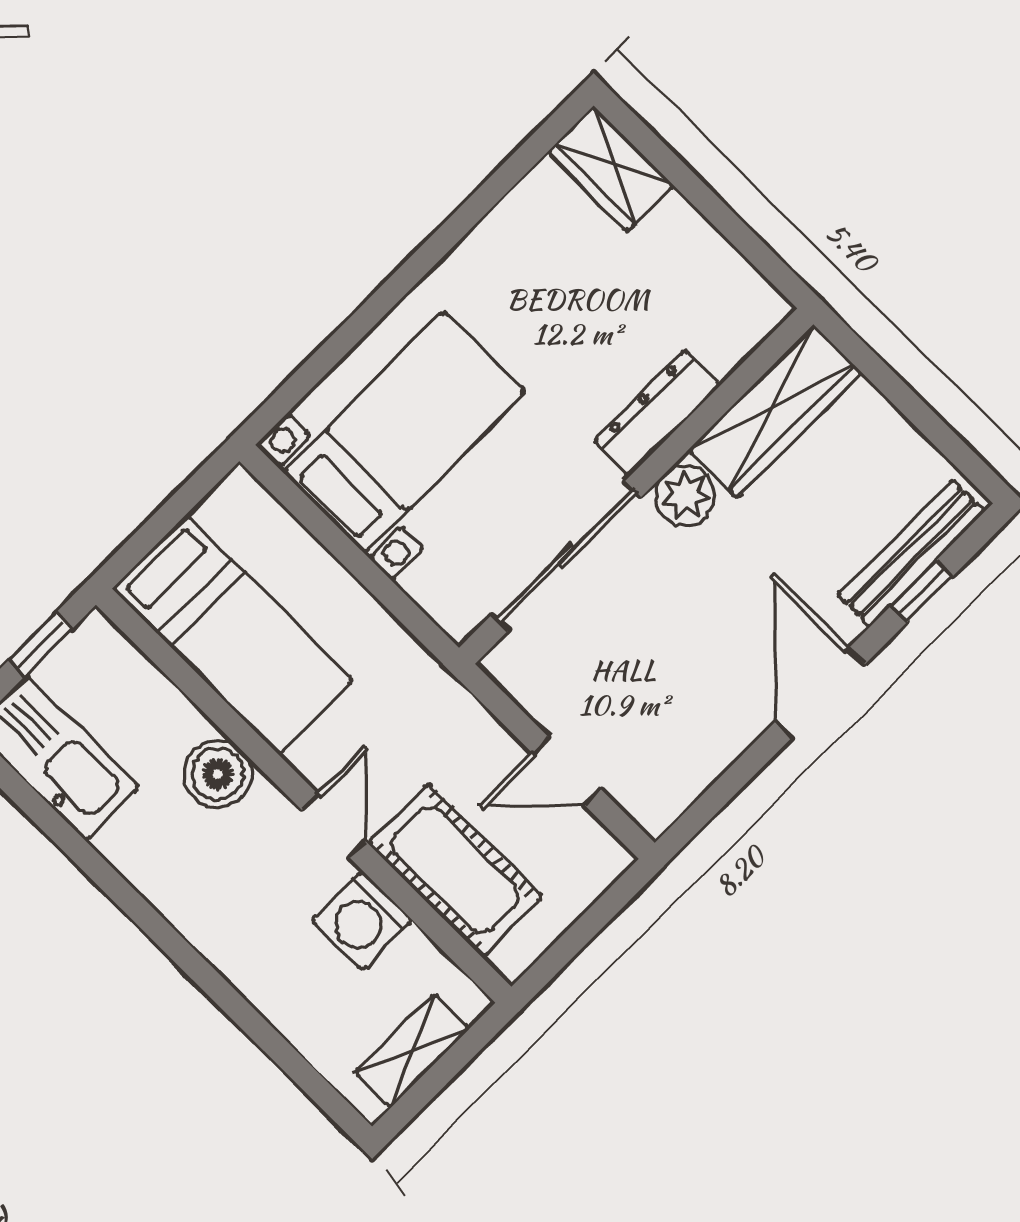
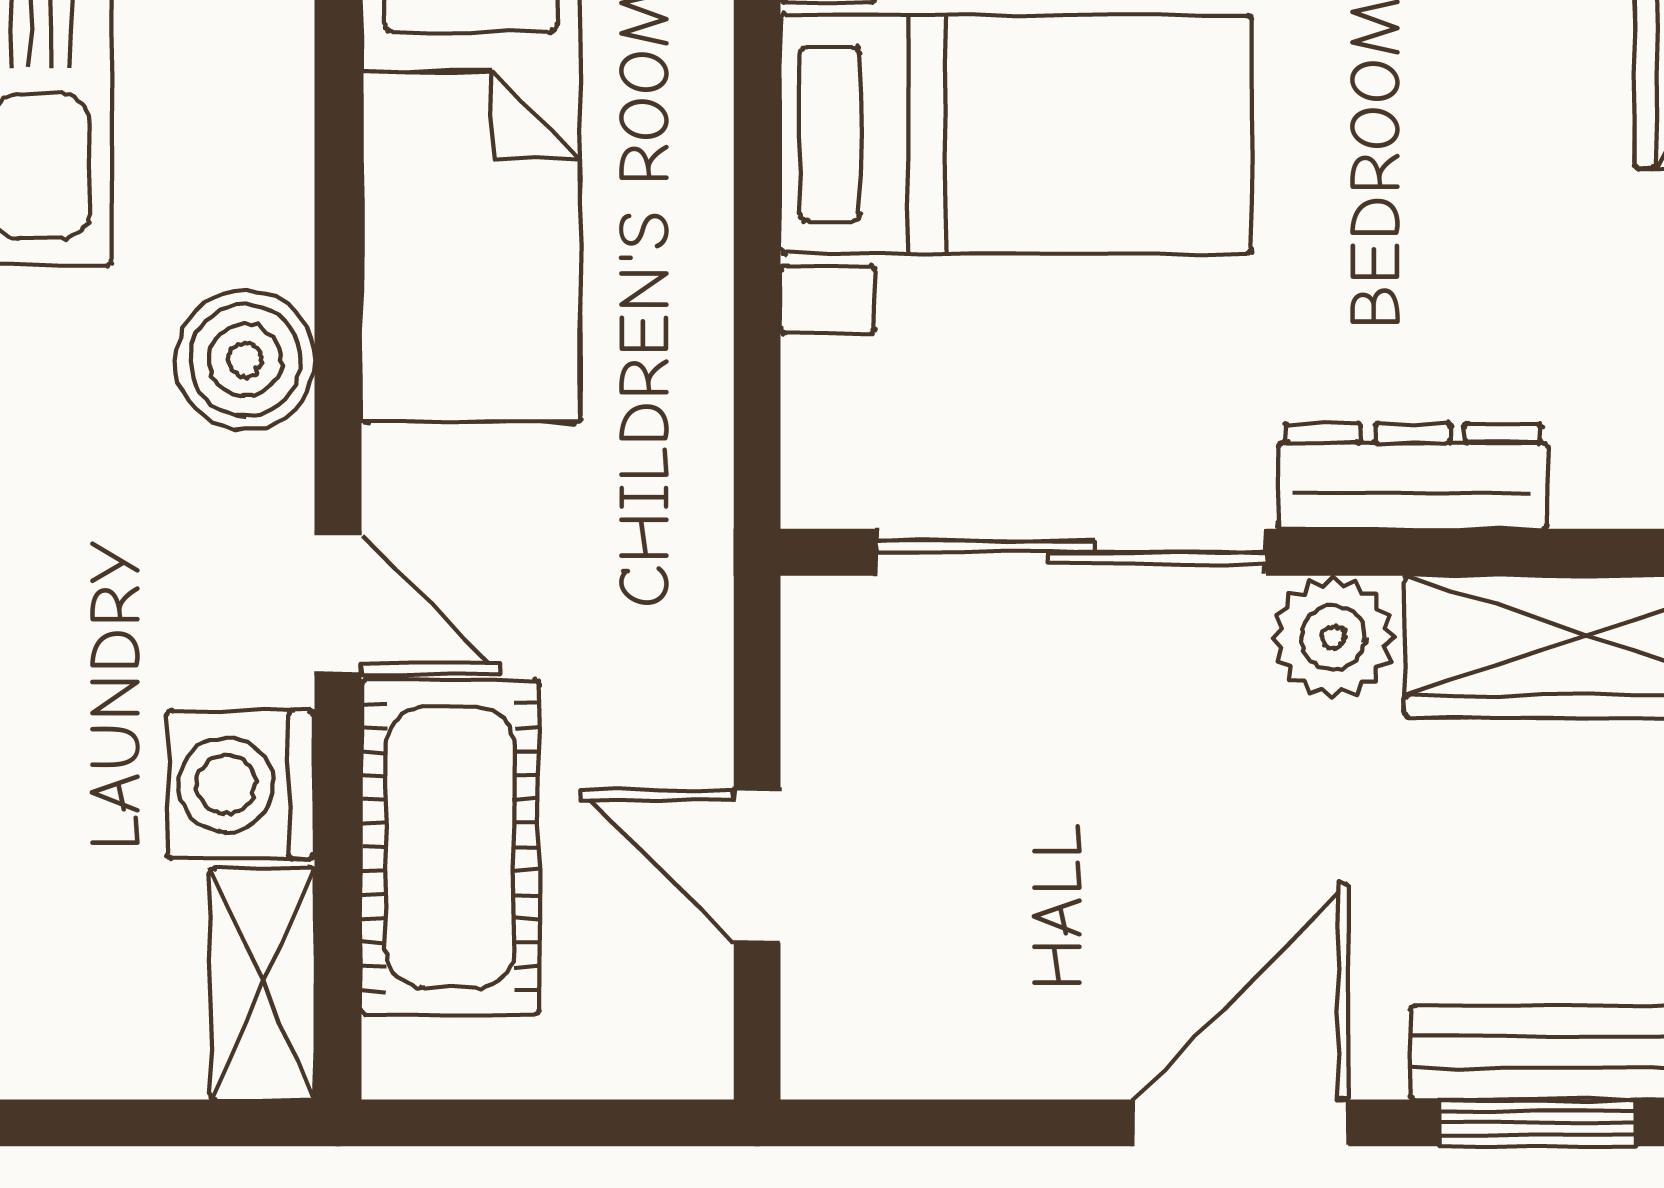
window: (922, 591) -> (1538, 1123), width x1.50
door: (334, 826) -> (338, 605), hinge flipped
shelving: (412, 1051) -> (262, 984), moved, turned 90

